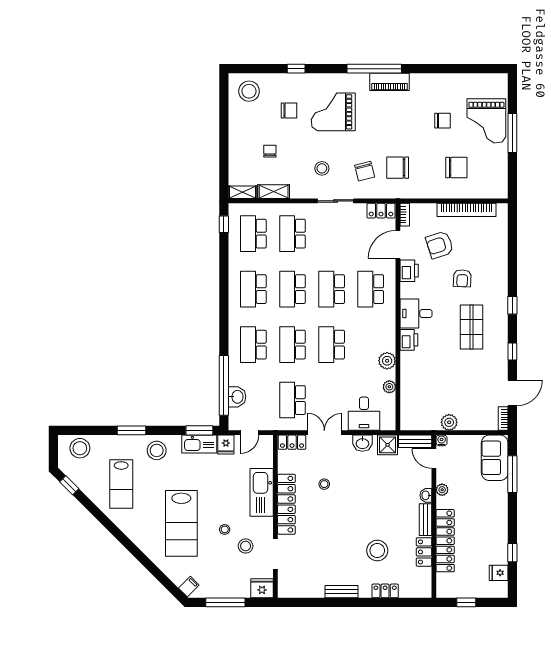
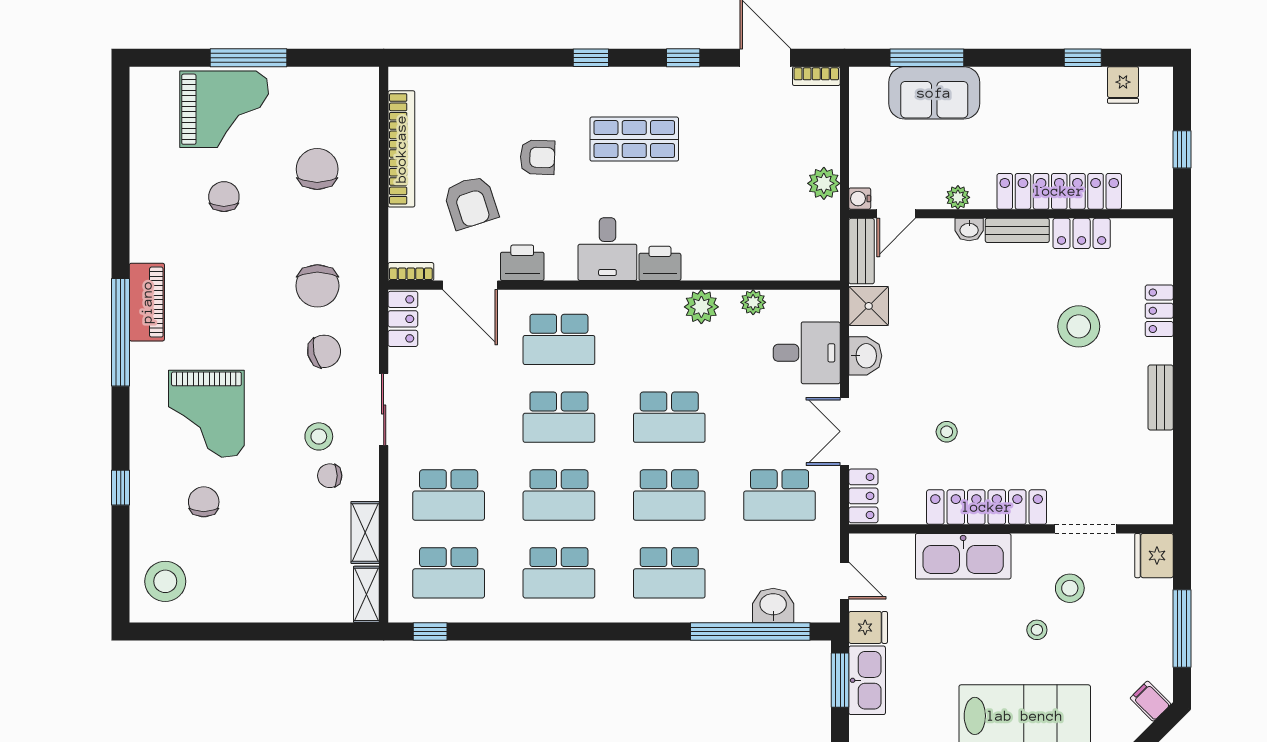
chair: (270, 151) -> (330, 476), moved
sofa: (495, 458) -> (934, 93), moved

